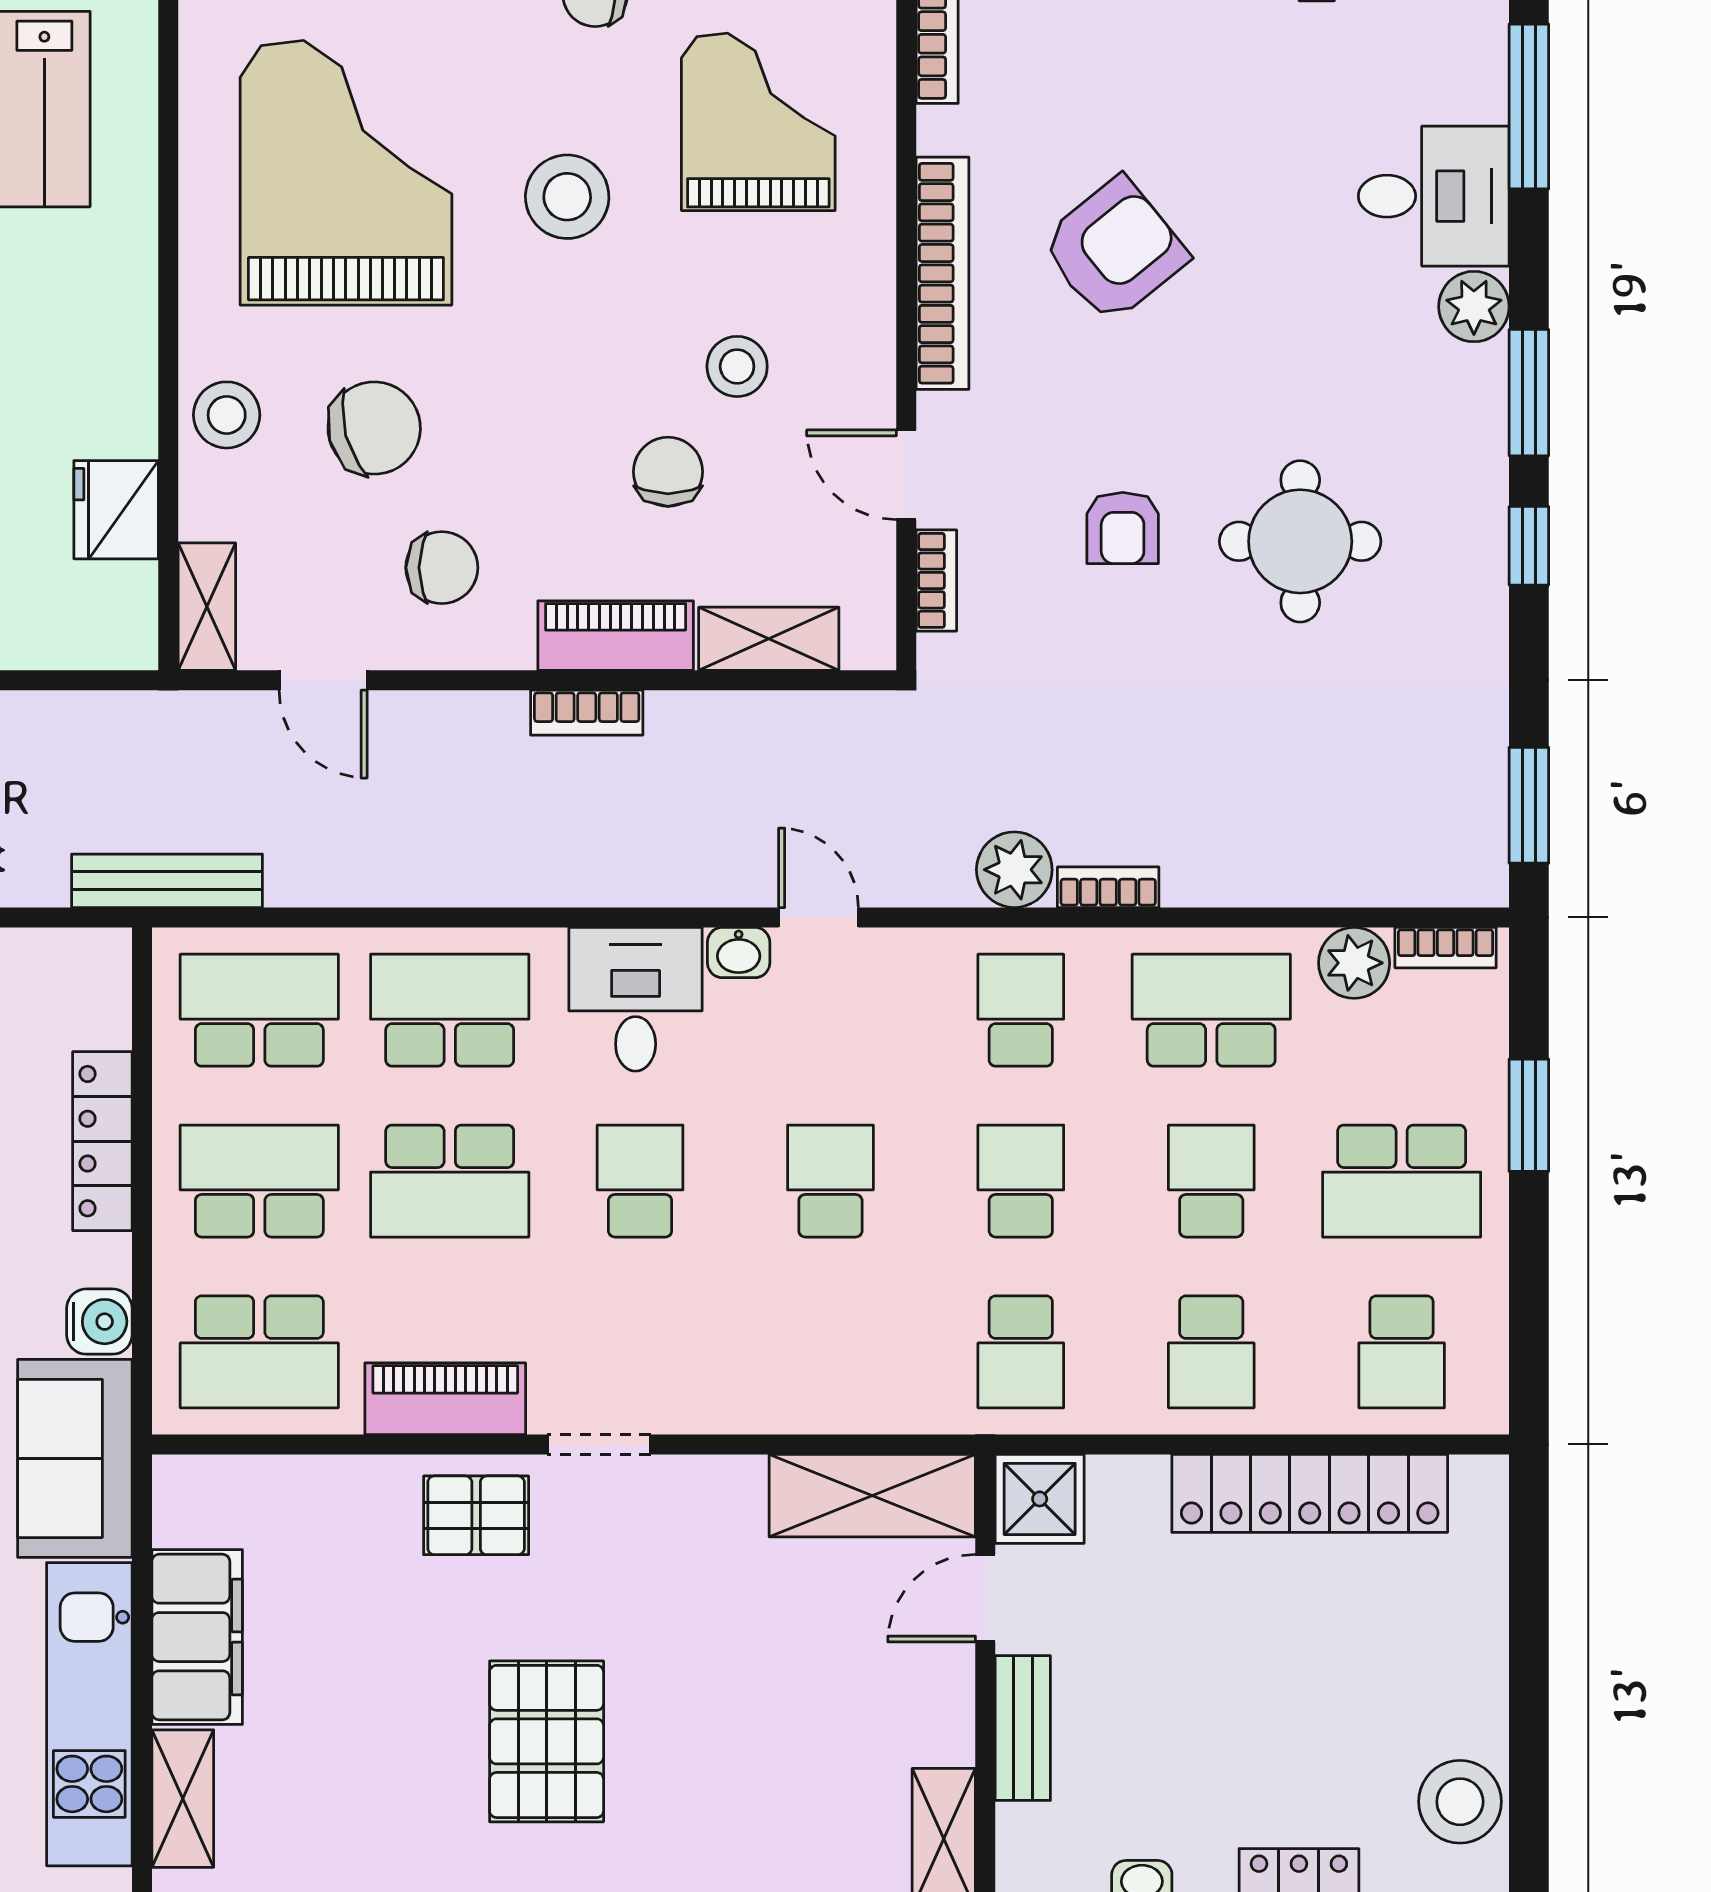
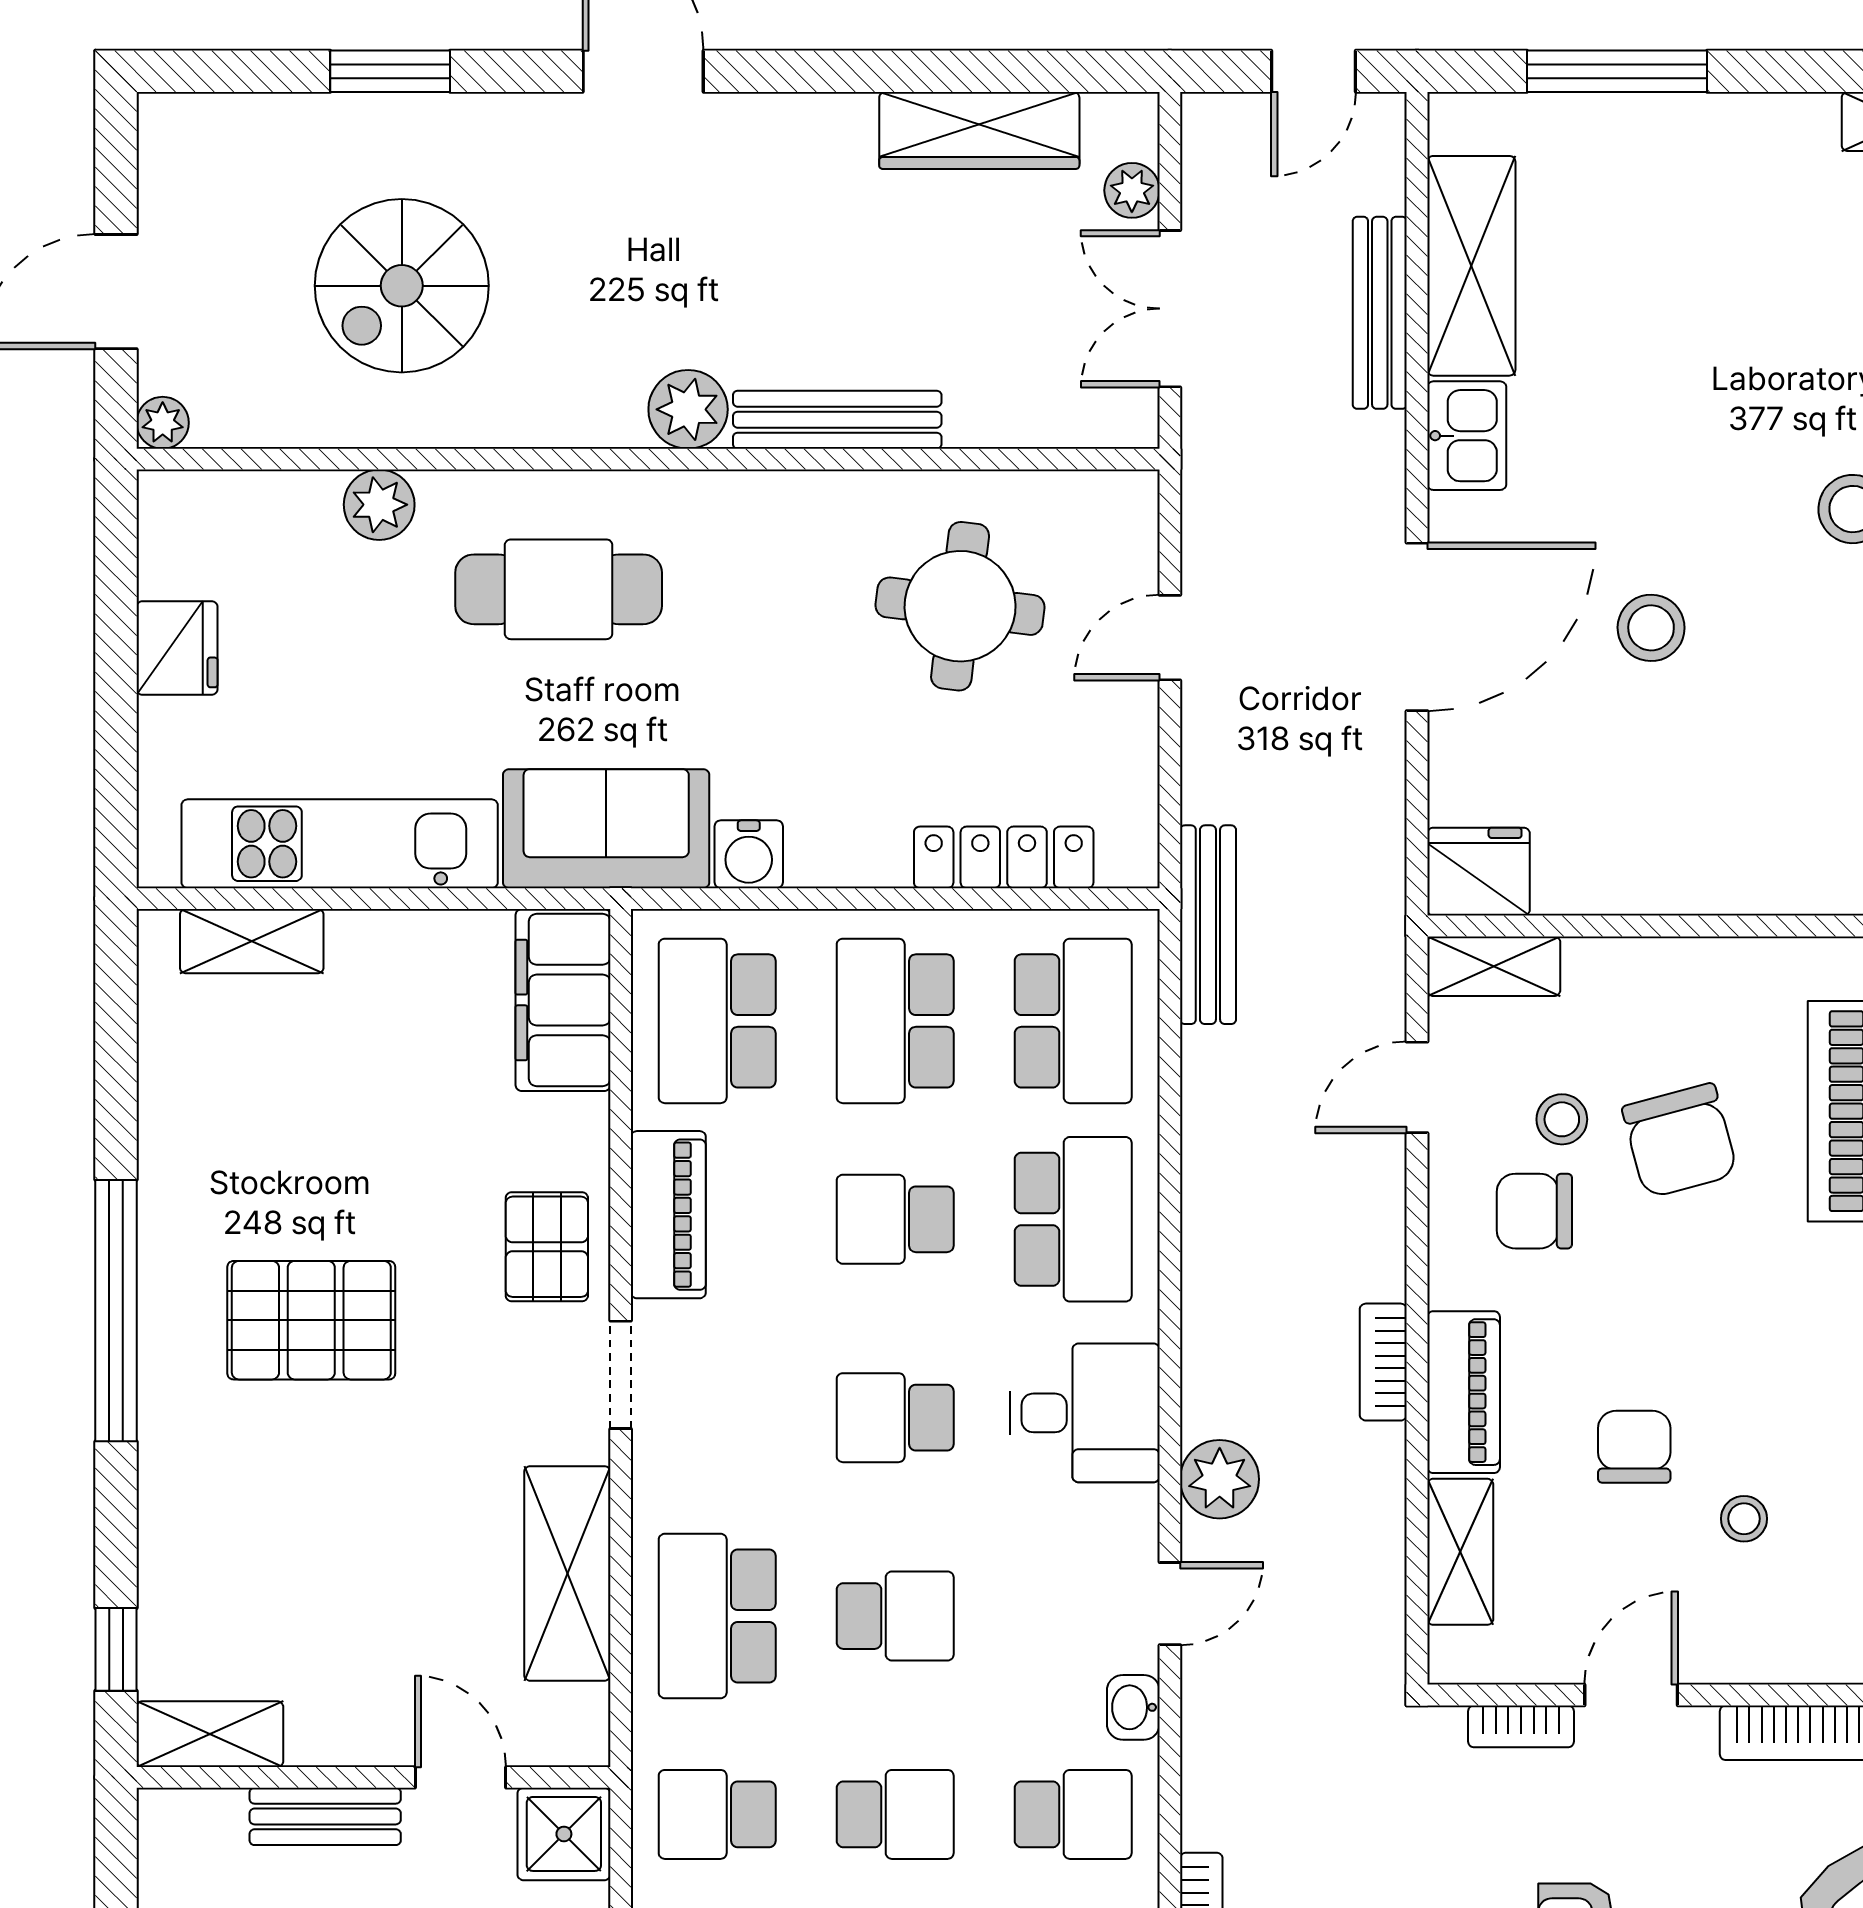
stool: (737, 366) -> (1744, 1519), width x0.73, depth x0.73
stool: (227, 415) -> (1562, 1119), moved, width x0.73, depth x0.73
chair: (668, 472) -> (1634, 1447), turned -90
fridge: (116, 510) -> (1478, 872), moved
chair: (442, 568) -> (1534, 1211), turned 90
plant: (1014, 870) -> (1220, 1479), moved
washbasin: (739, 953) -> (1133, 1707), moved
locker: (102, 1141) -> (1004, 857), moved
school desk: (259, 1181) -> (895, 1021), turned 180
school desk: (450, 1181) -> (895, 1219), width x0.54
school desk: (640, 1181) -> (895, 1418), turned 180
school desk: (830, 1352) -> (717, 1616), added
shelving: (872, 1496) -> (567, 1573), moved
filing cabinet: (197, 1637) -> (563, 1000), moved, turned 90

